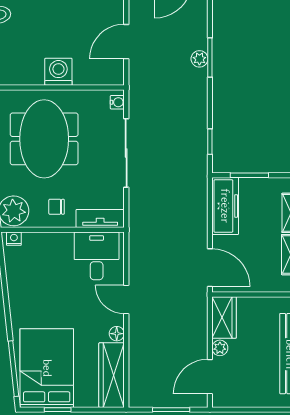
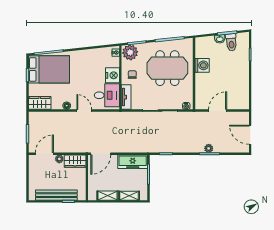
door: (126, 42) -> (218, 111), hinge flipped
washing machine: (58, 72) -> (202, 65), moved
nightstand: (58, 245) -> (113, 75), added
door: (126, 300) -> (84, 111), hinge flipped
wardrobe: (112, 375) -> (40, 103), width x0.67
door: (210, 377) -> (44, 154), hinge flipped

